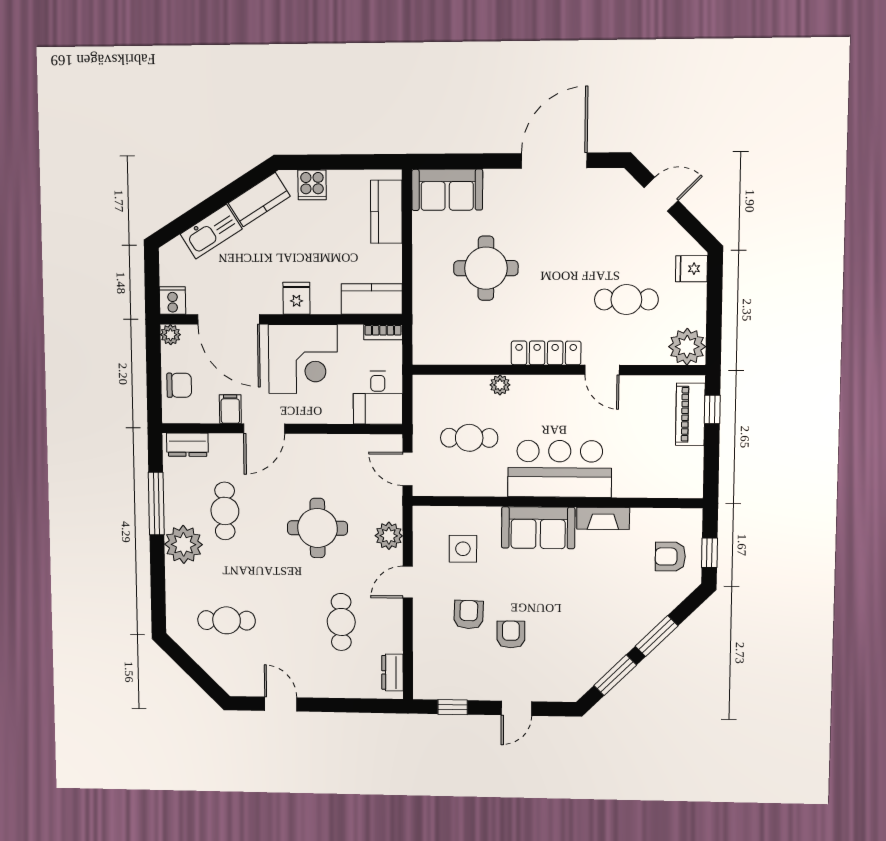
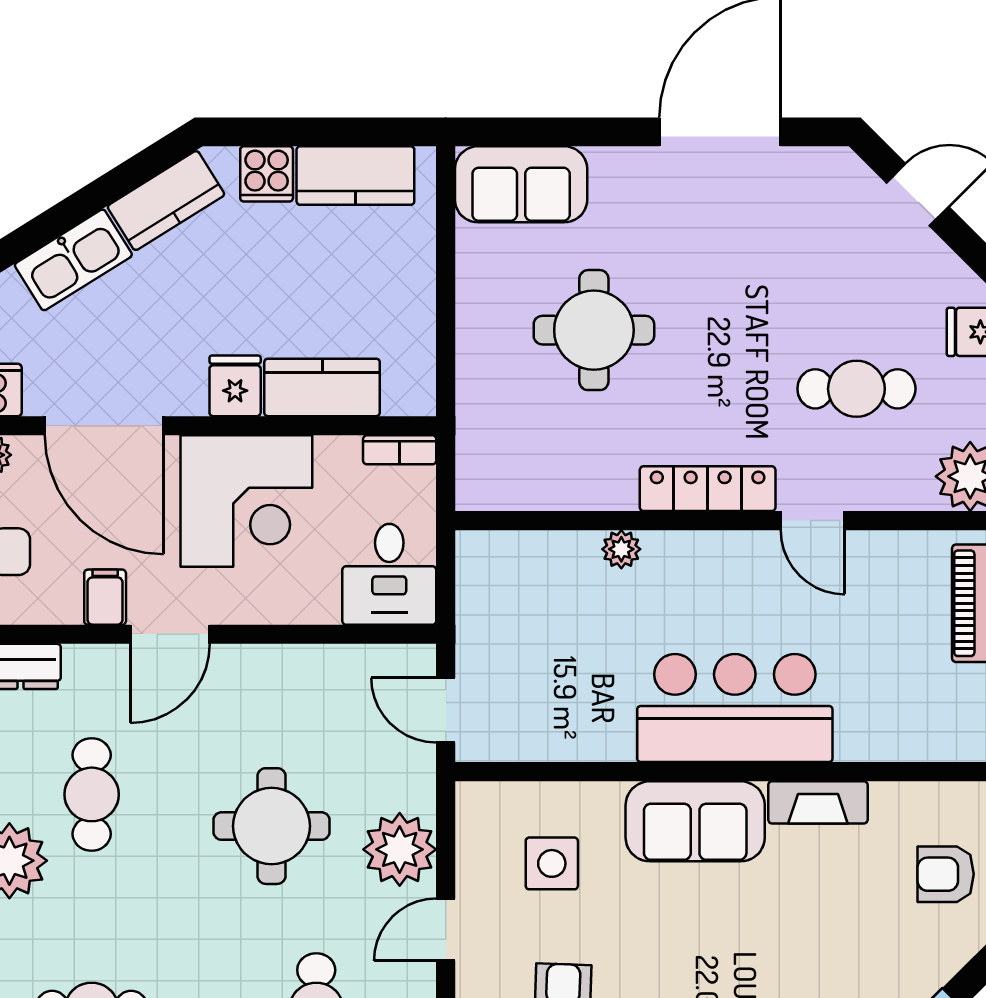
kitchen counter: (386, 212) -> (355, 176), moved, turned -90
kitchen counter: (372, 299) -> (322, 387), moved
cafe table: (469, 438) -> (563, 650), removed
plant: (389, 536) -> (400, 849), width x1.36, depth x1.36

